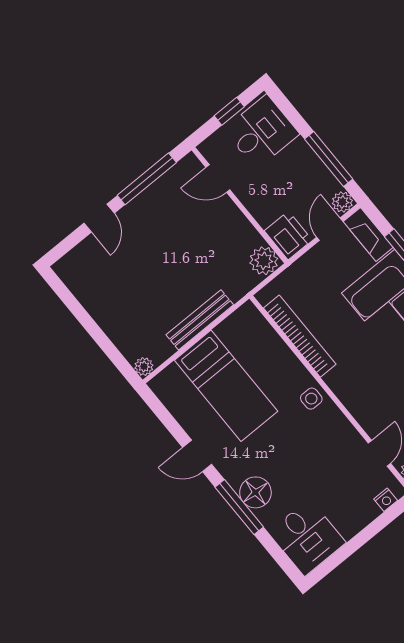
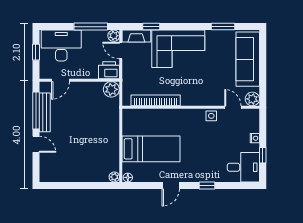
desk: (261, 132) -> (61, 46), width x1.37
bench: (200, 320) -> (45, 112), moved
side table: (311, 399) -> (211, 116), moved
floor lamp: (255, 492) -> (128, 177), moved, width x0.53, depth x0.53
nightstand: (386, 500) -> (255, 138), moved
window: (239, 507) -> (207, 185), width x0.46
window: (346, 551) -> (263, 155), added

